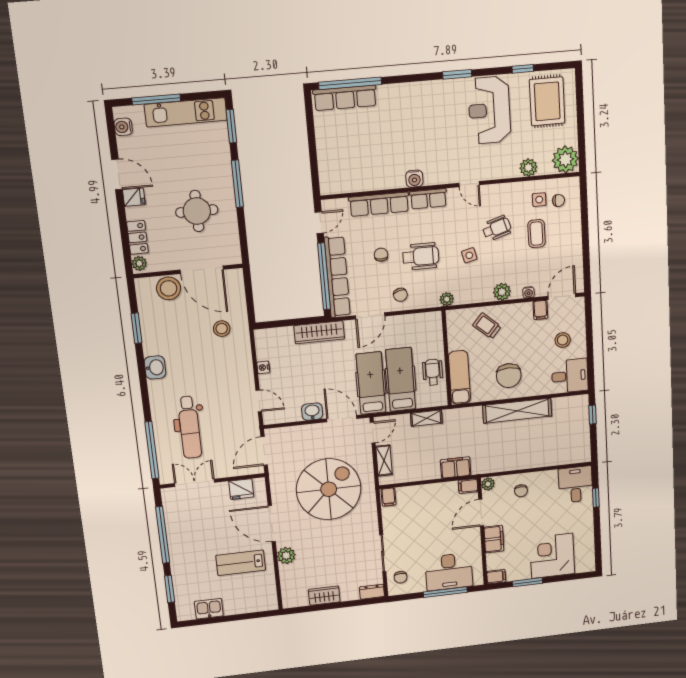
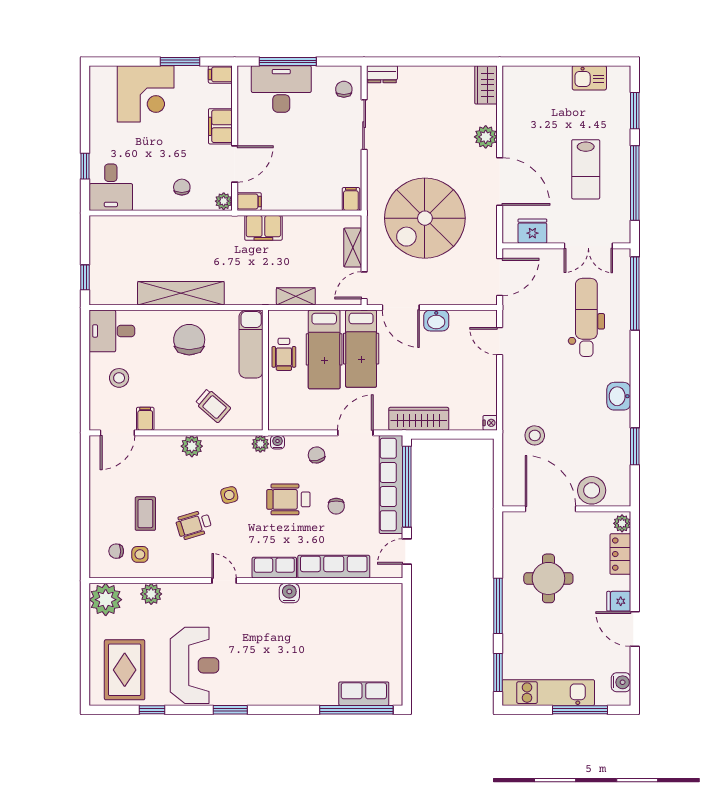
row of seats: (345, 98) -> (364, 694), width x0.68
water cooler: (529, 292) -> (277, 442), moved
nightstand: (263, 367) -> (490, 423), moved
lab bench: (241, 563) -> (586, 169), moved, turned 90
wardrobe: (324, 596) -> (486, 85), moved, turned 90

